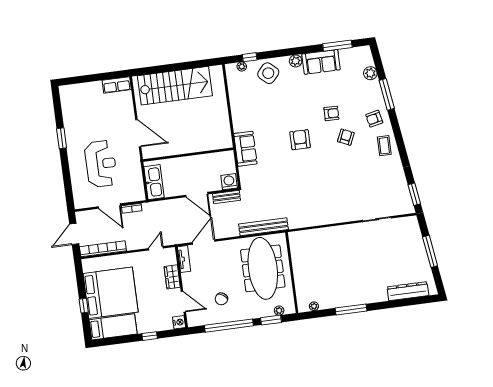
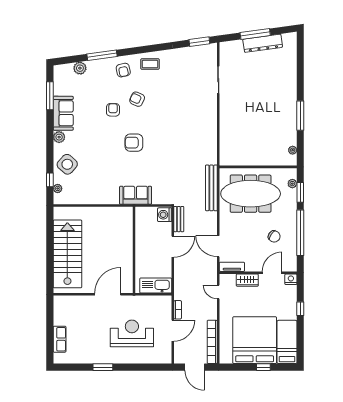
row of seats: (117, 85) -> (60, 339), moved
dresser: (408, 291) -> (263, 43), moved, turned -98

